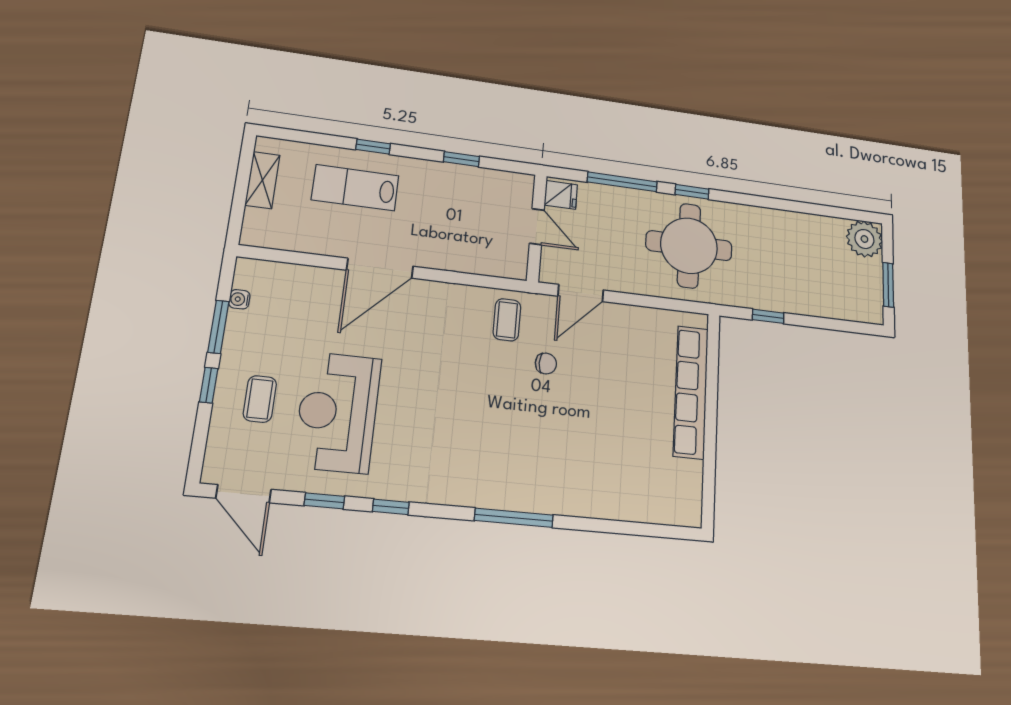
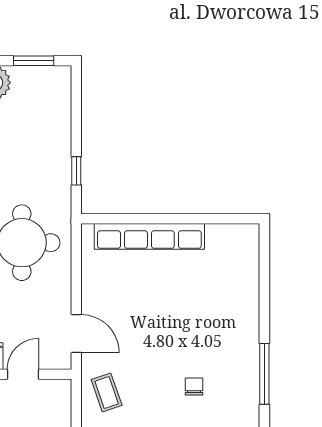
coffee table: (507, 320) -> (107, 392), turned 71
chair: (546, 364) -> (194, 386), moved

